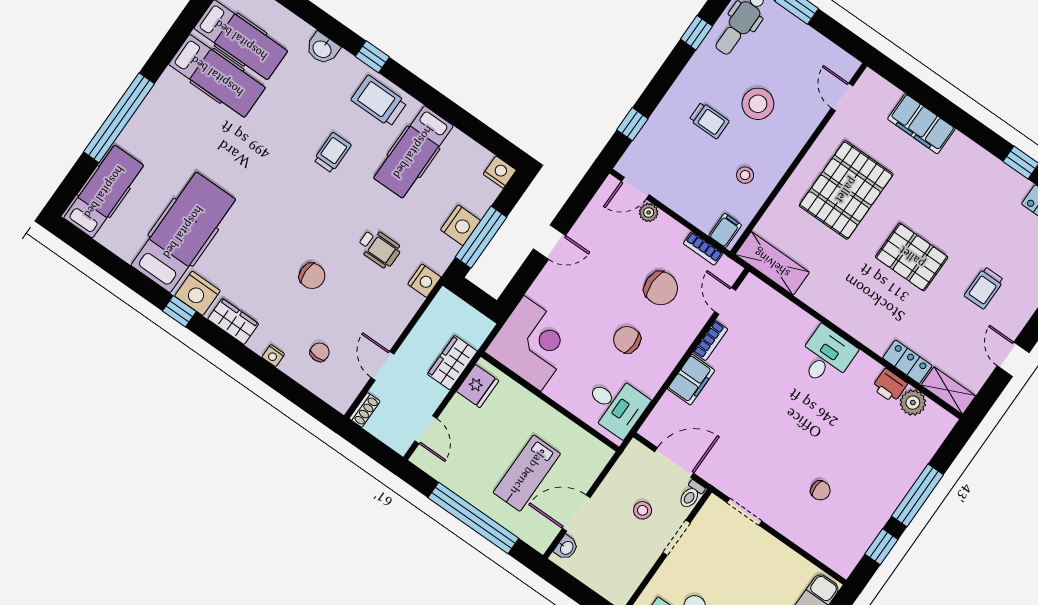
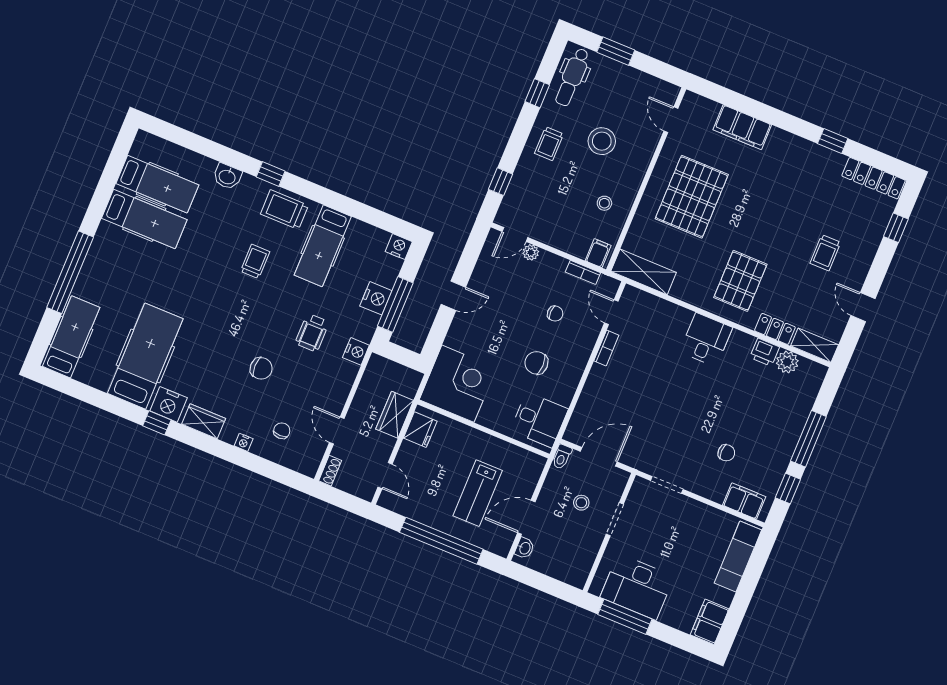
trolley: (709, 120) -> (549, 144), moved, turned 90
wheelchair: (379, 248) -> (312, 333), turned 90
pallet: (912, 257) -> (740, 281), moved, turned 90
chair: (661, 288) -> (555, 314), width x0.54, depth x0.54
filing cabinet: (691, 380) -> (744, 501), moved, turned -90
toilet: (691, 495) -> (562, 457), moved

